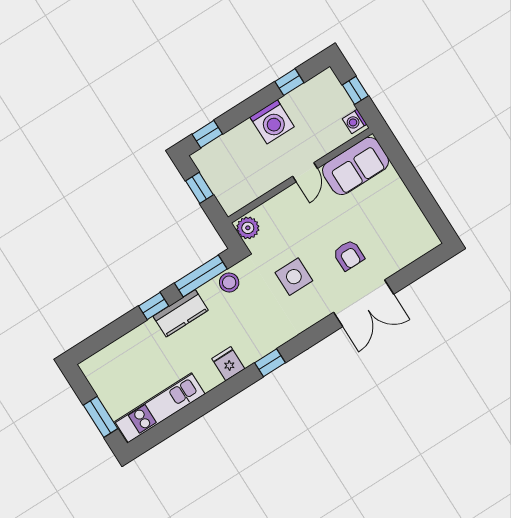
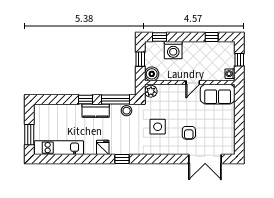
washing machine: (272, 122) -> (173, 50), moved
boiler: (232, 200) -> (152, 74), added
double door: (364, 303) -> (205, 159), moved

